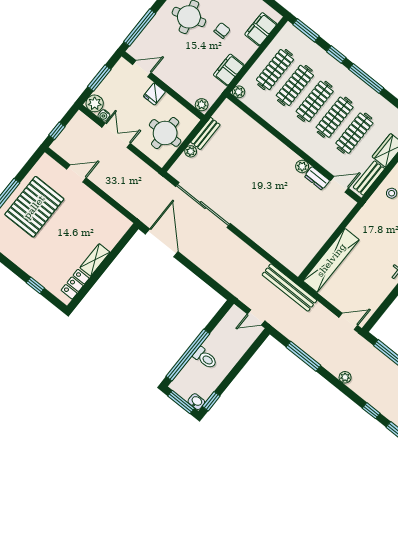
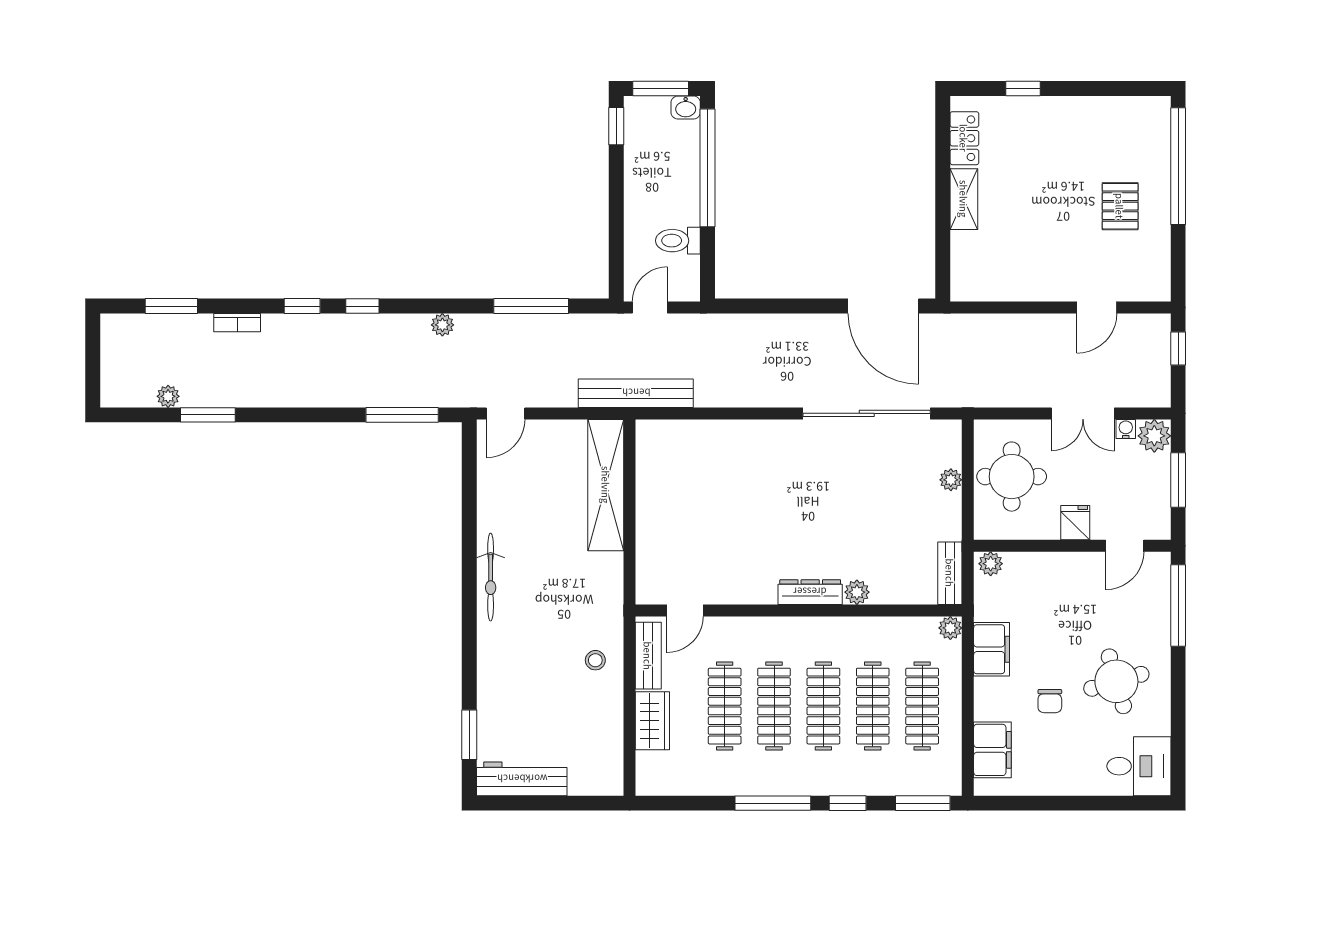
bench: (205, 133) -> (950, 573), moved
plant: (302, 166) -> (857, 592), moved
dresser: (317, 178) -> (810, 592), moved, width x1.44
pallet: (34, 207) -> (1120, 206), width x0.49, depth x0.50
toilet: (205, 358) -> (678, 241), moved
washbasin: (196, 402) -> (686, 107), moved

